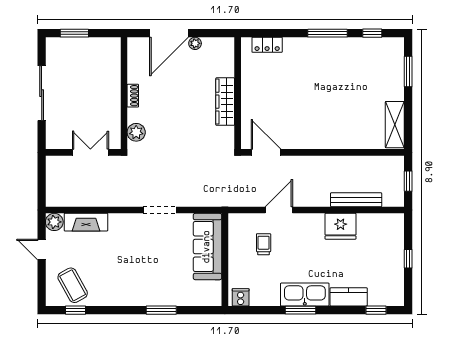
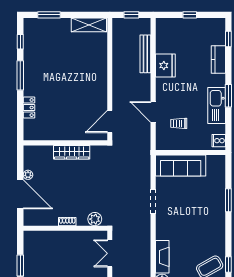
locker: (267, 45) -> (29, 108), moved
kitchen sink: (305, 295) -> (217, 105), moved

